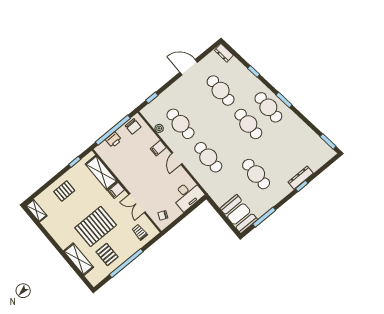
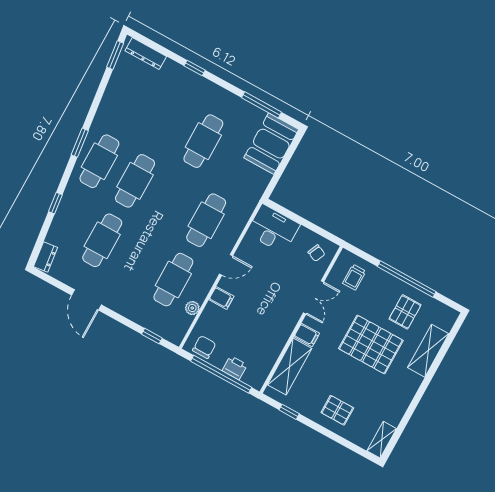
dresser: (301, 178) -> (146, 54), moved

